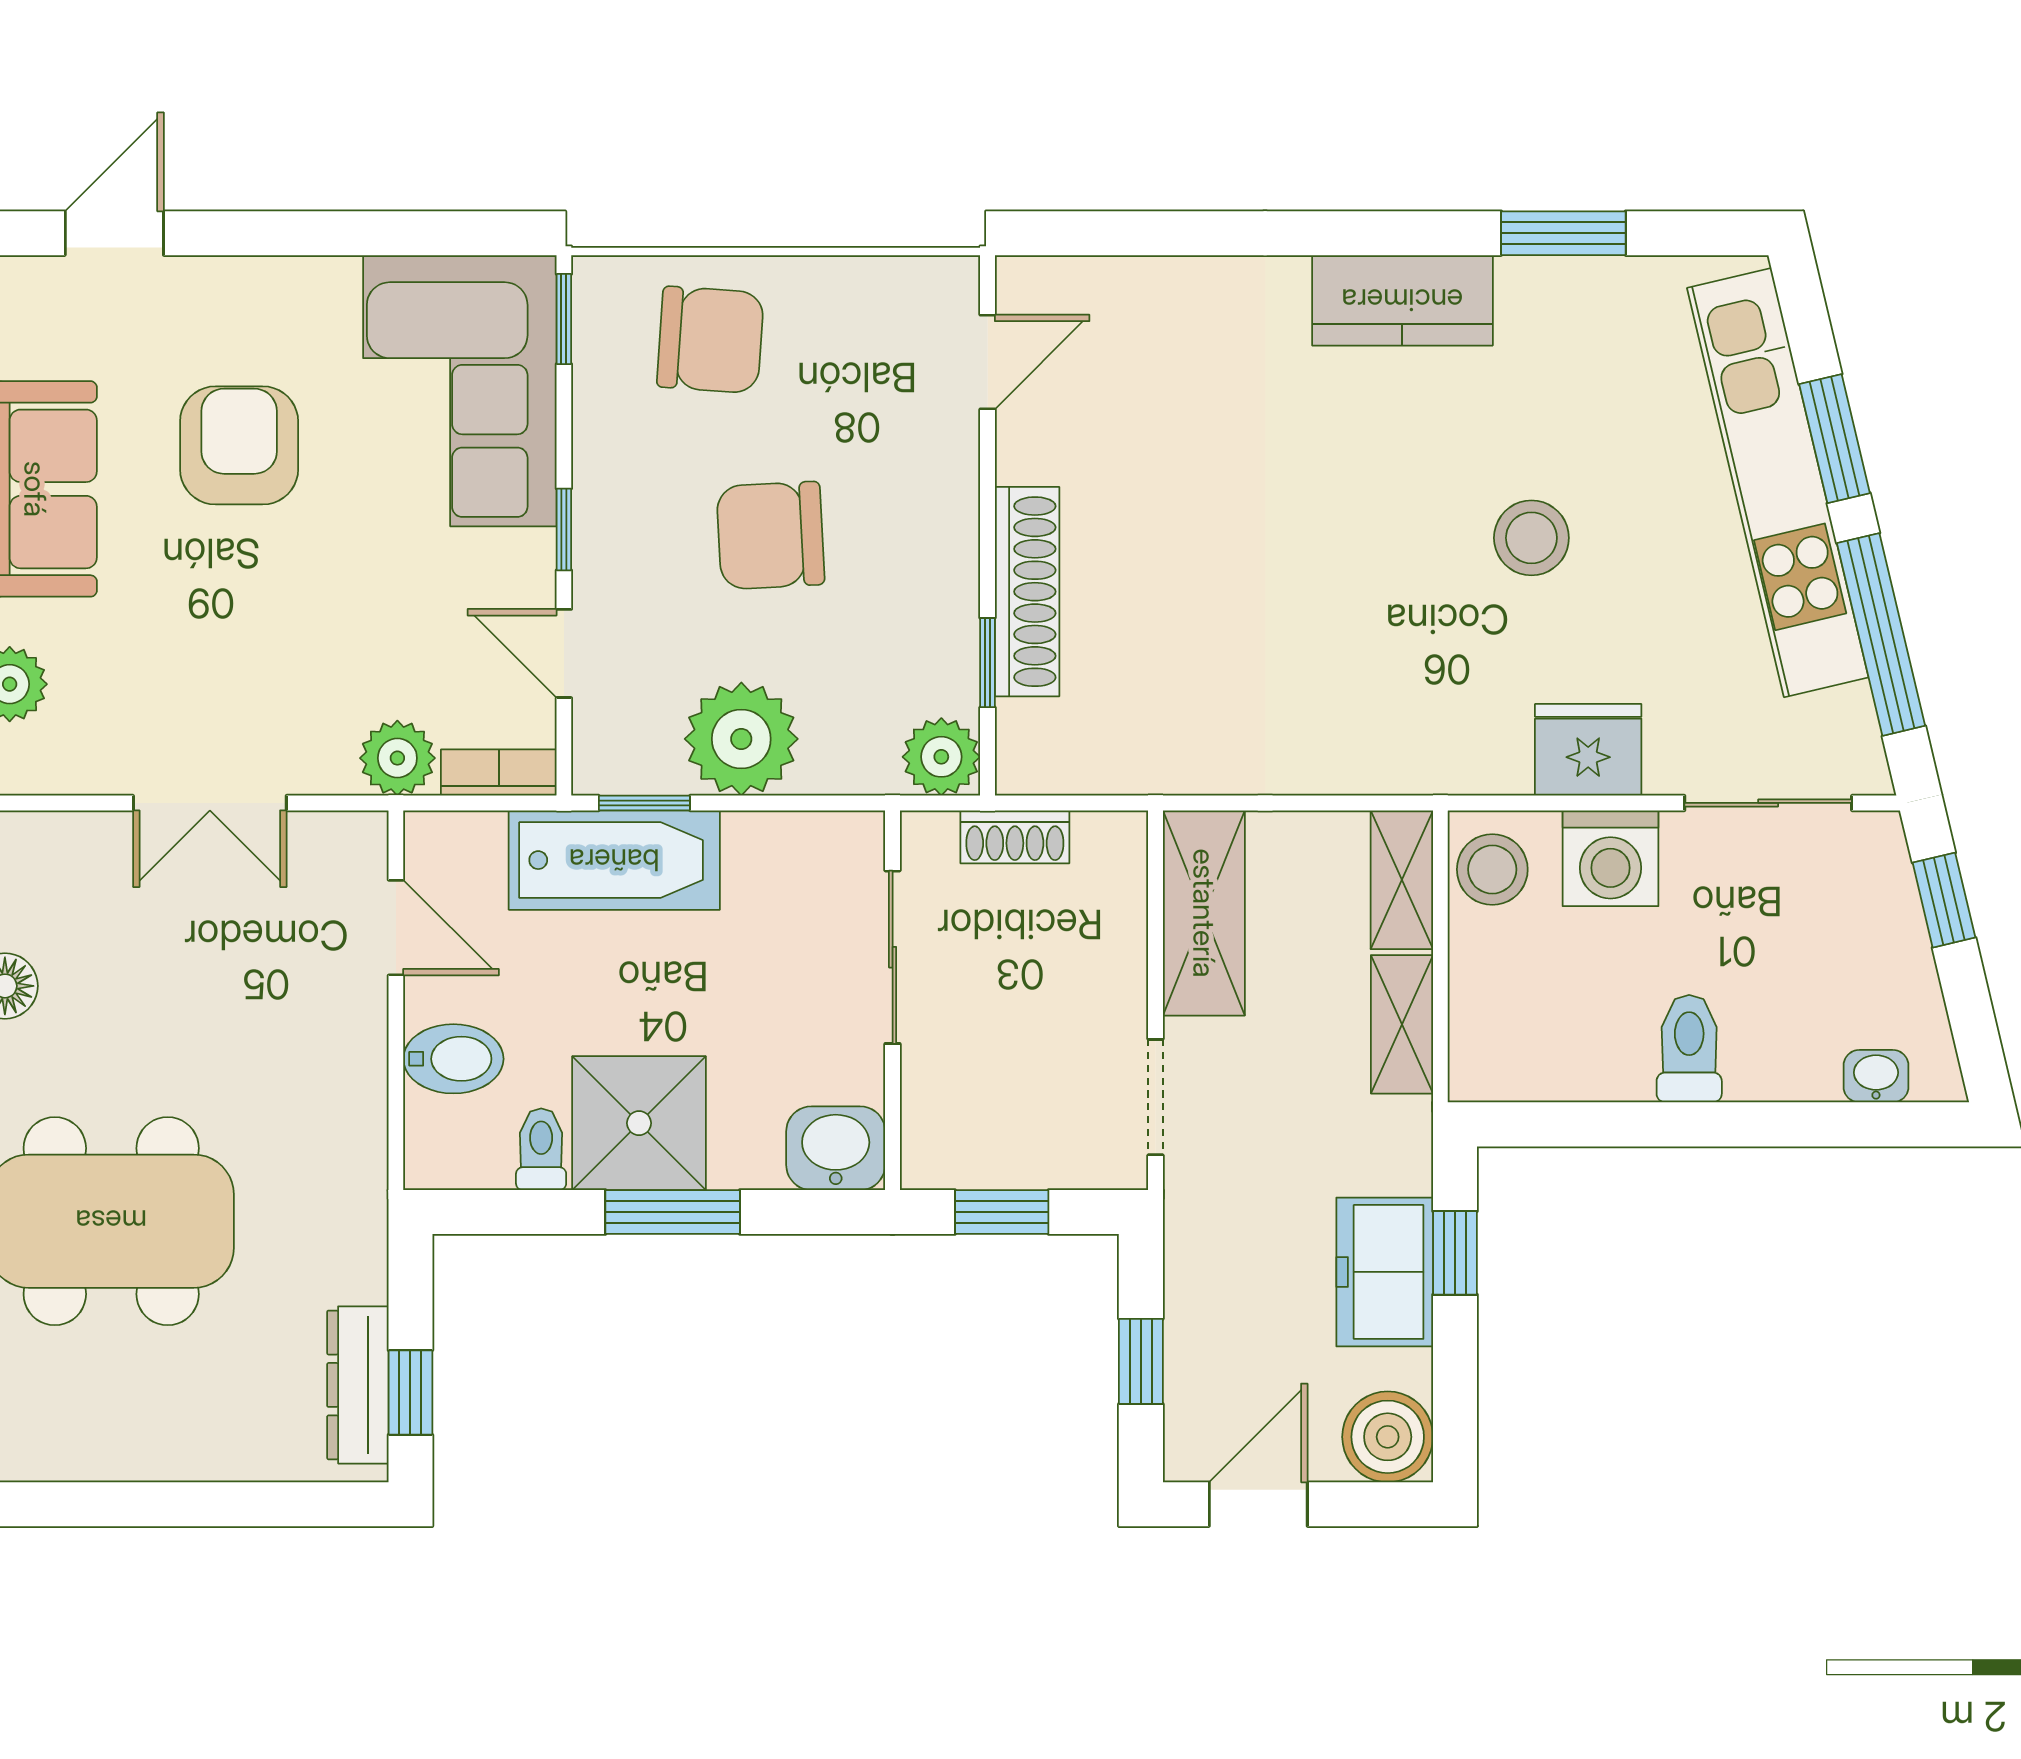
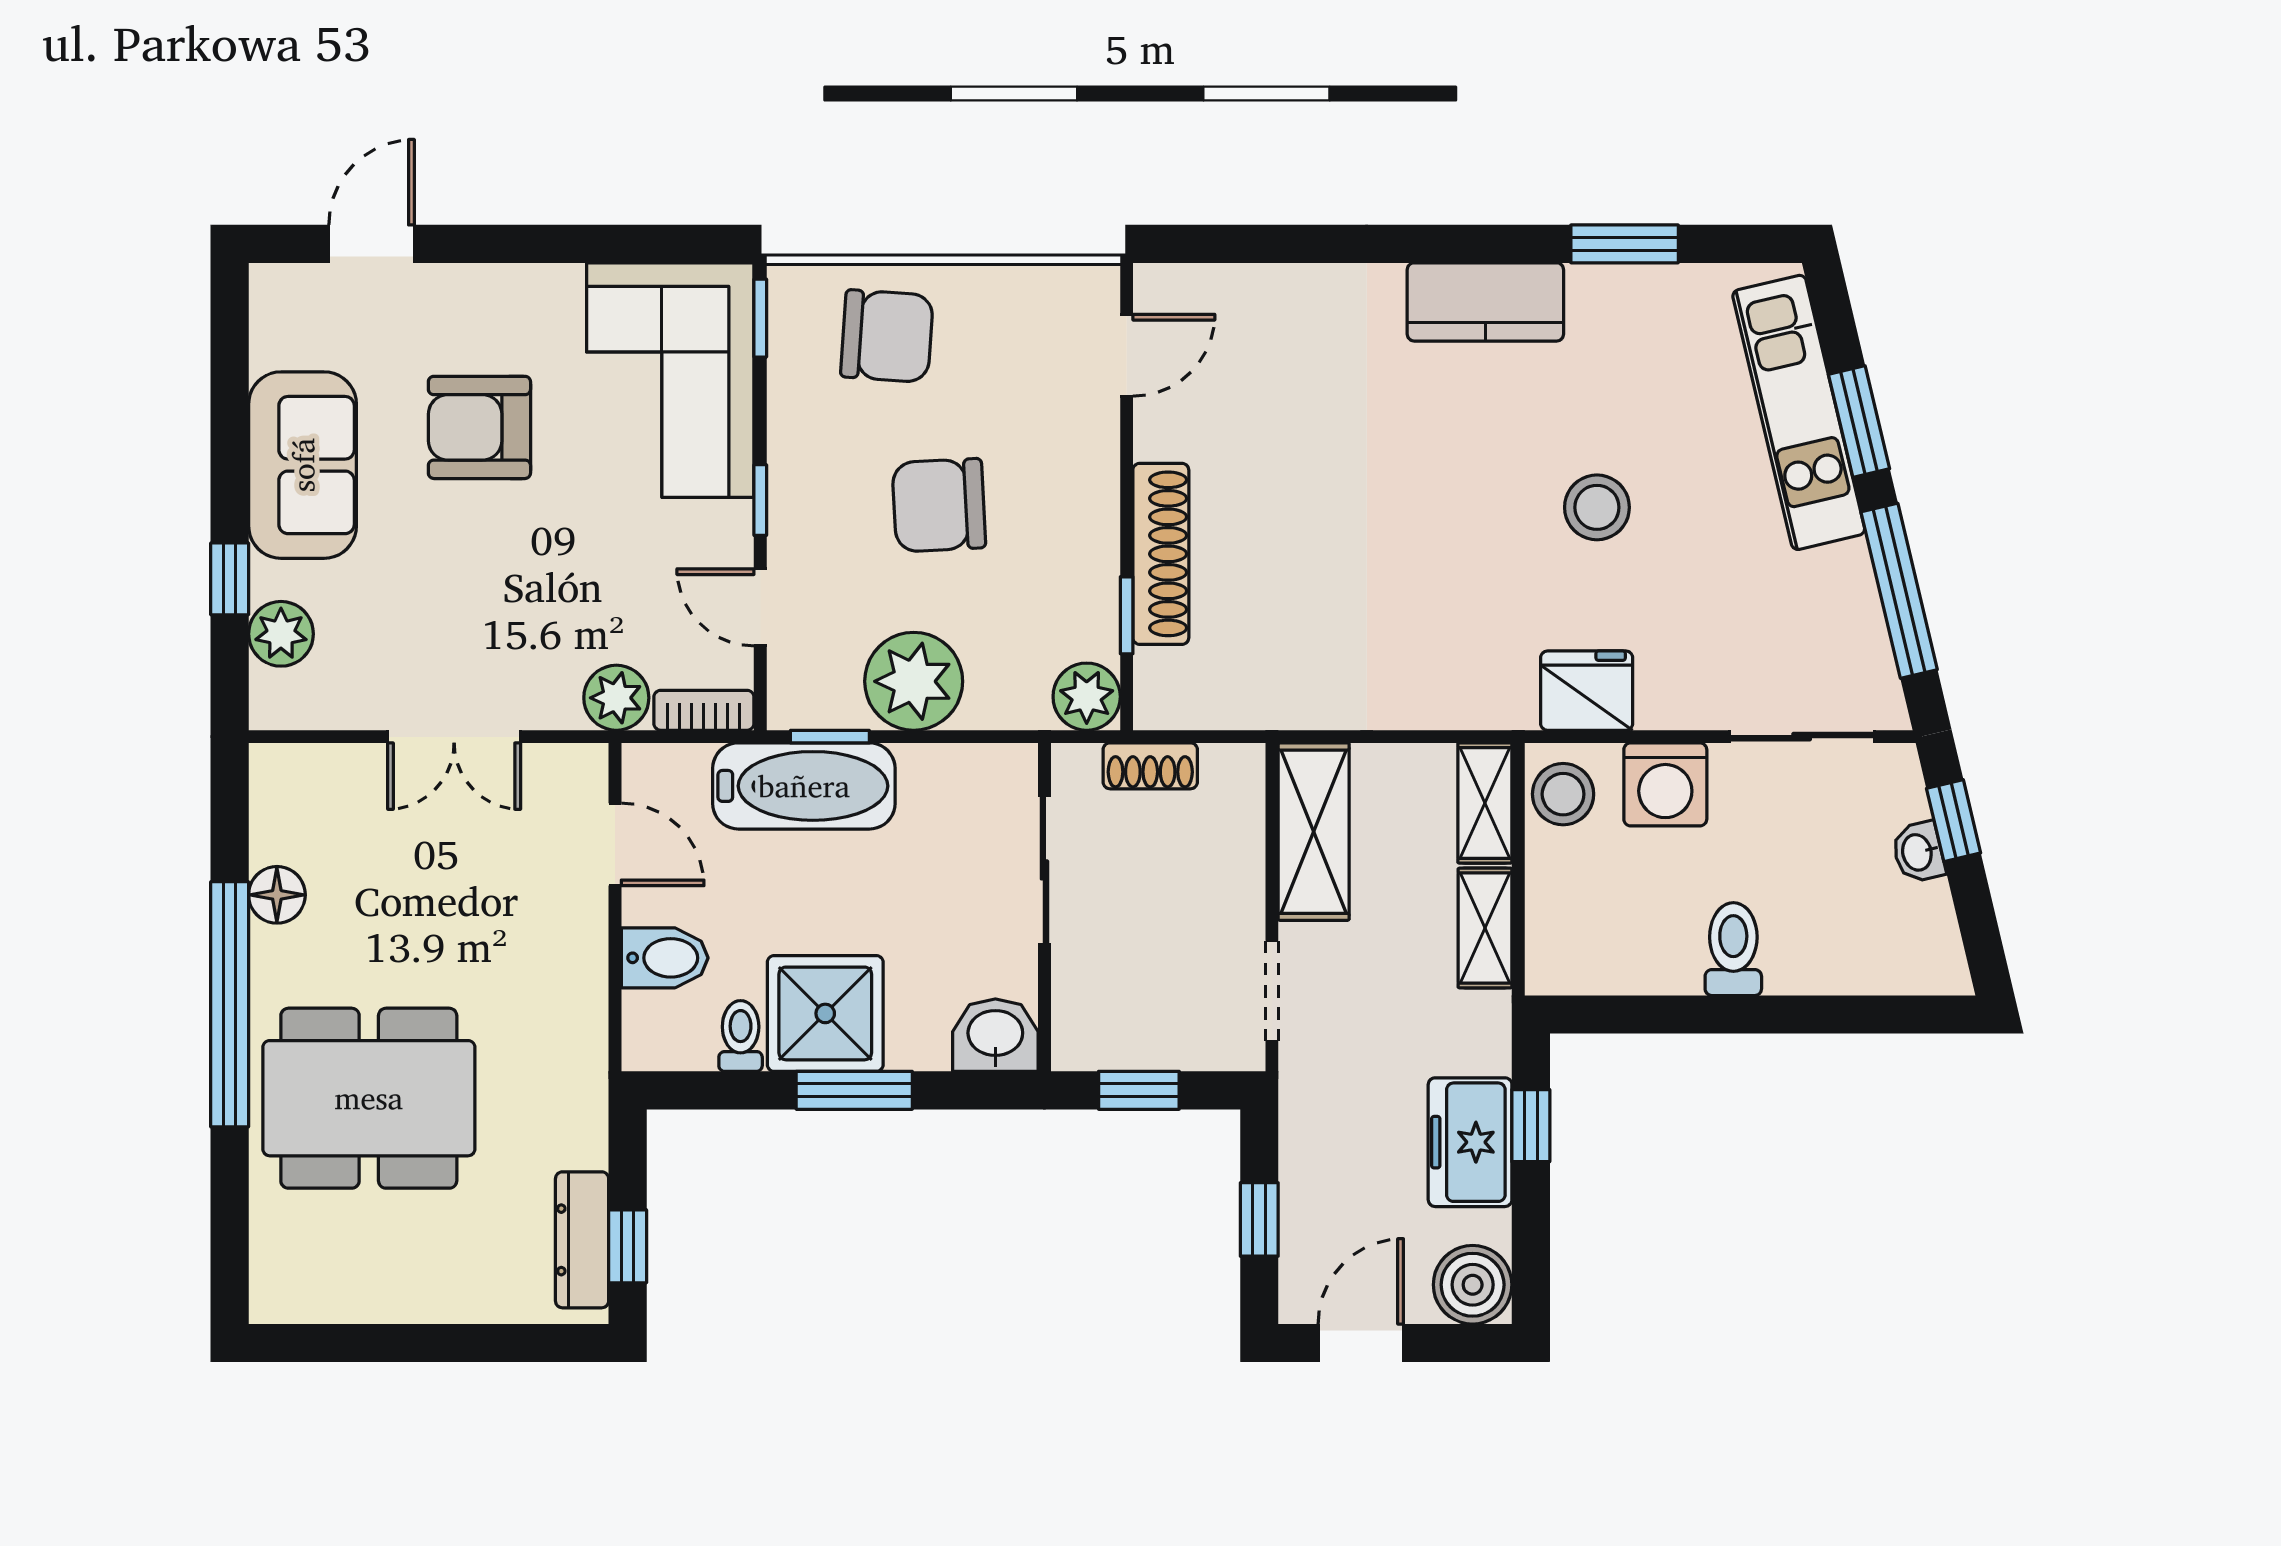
armchair: (239, 445) -> (479, 427), turned -90
kitchen unit: (1778, 483) -> (1799, 412), width x0.73
fridge: (1588, 750) -> (1587, 691), moved
washbasin: (1876, 1076) -> (1918, 852), moved, turned -103

